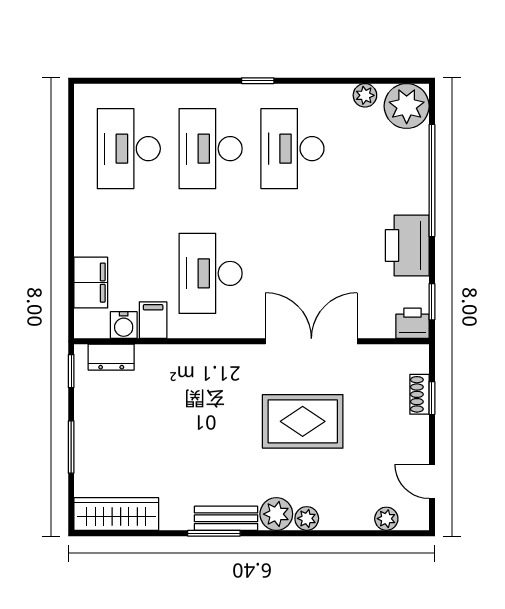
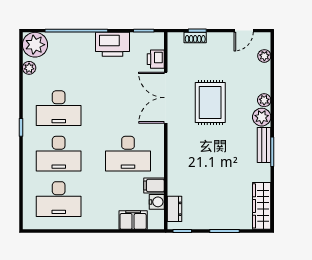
printer: (412, 323) -> (156, 59), moved

